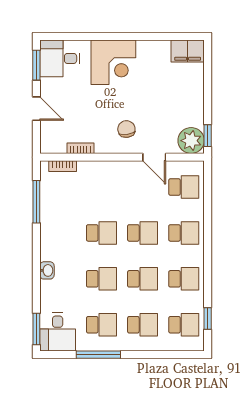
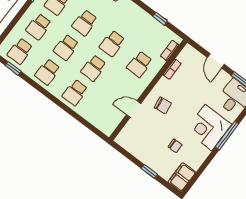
window: (107, 36) -> (227, 135), added
chair: (160, 83) -> (175, 146), added
door: (36, 109) -> (216, 61), hinge flipped
window: (208, 136) -> (149, 171), moved
plant: (191, 141) -> (127, 139), removed
school desk: (184, 187) -> (140, 64), moved
window: (36, 202) -> (160, 19), width x0.46

